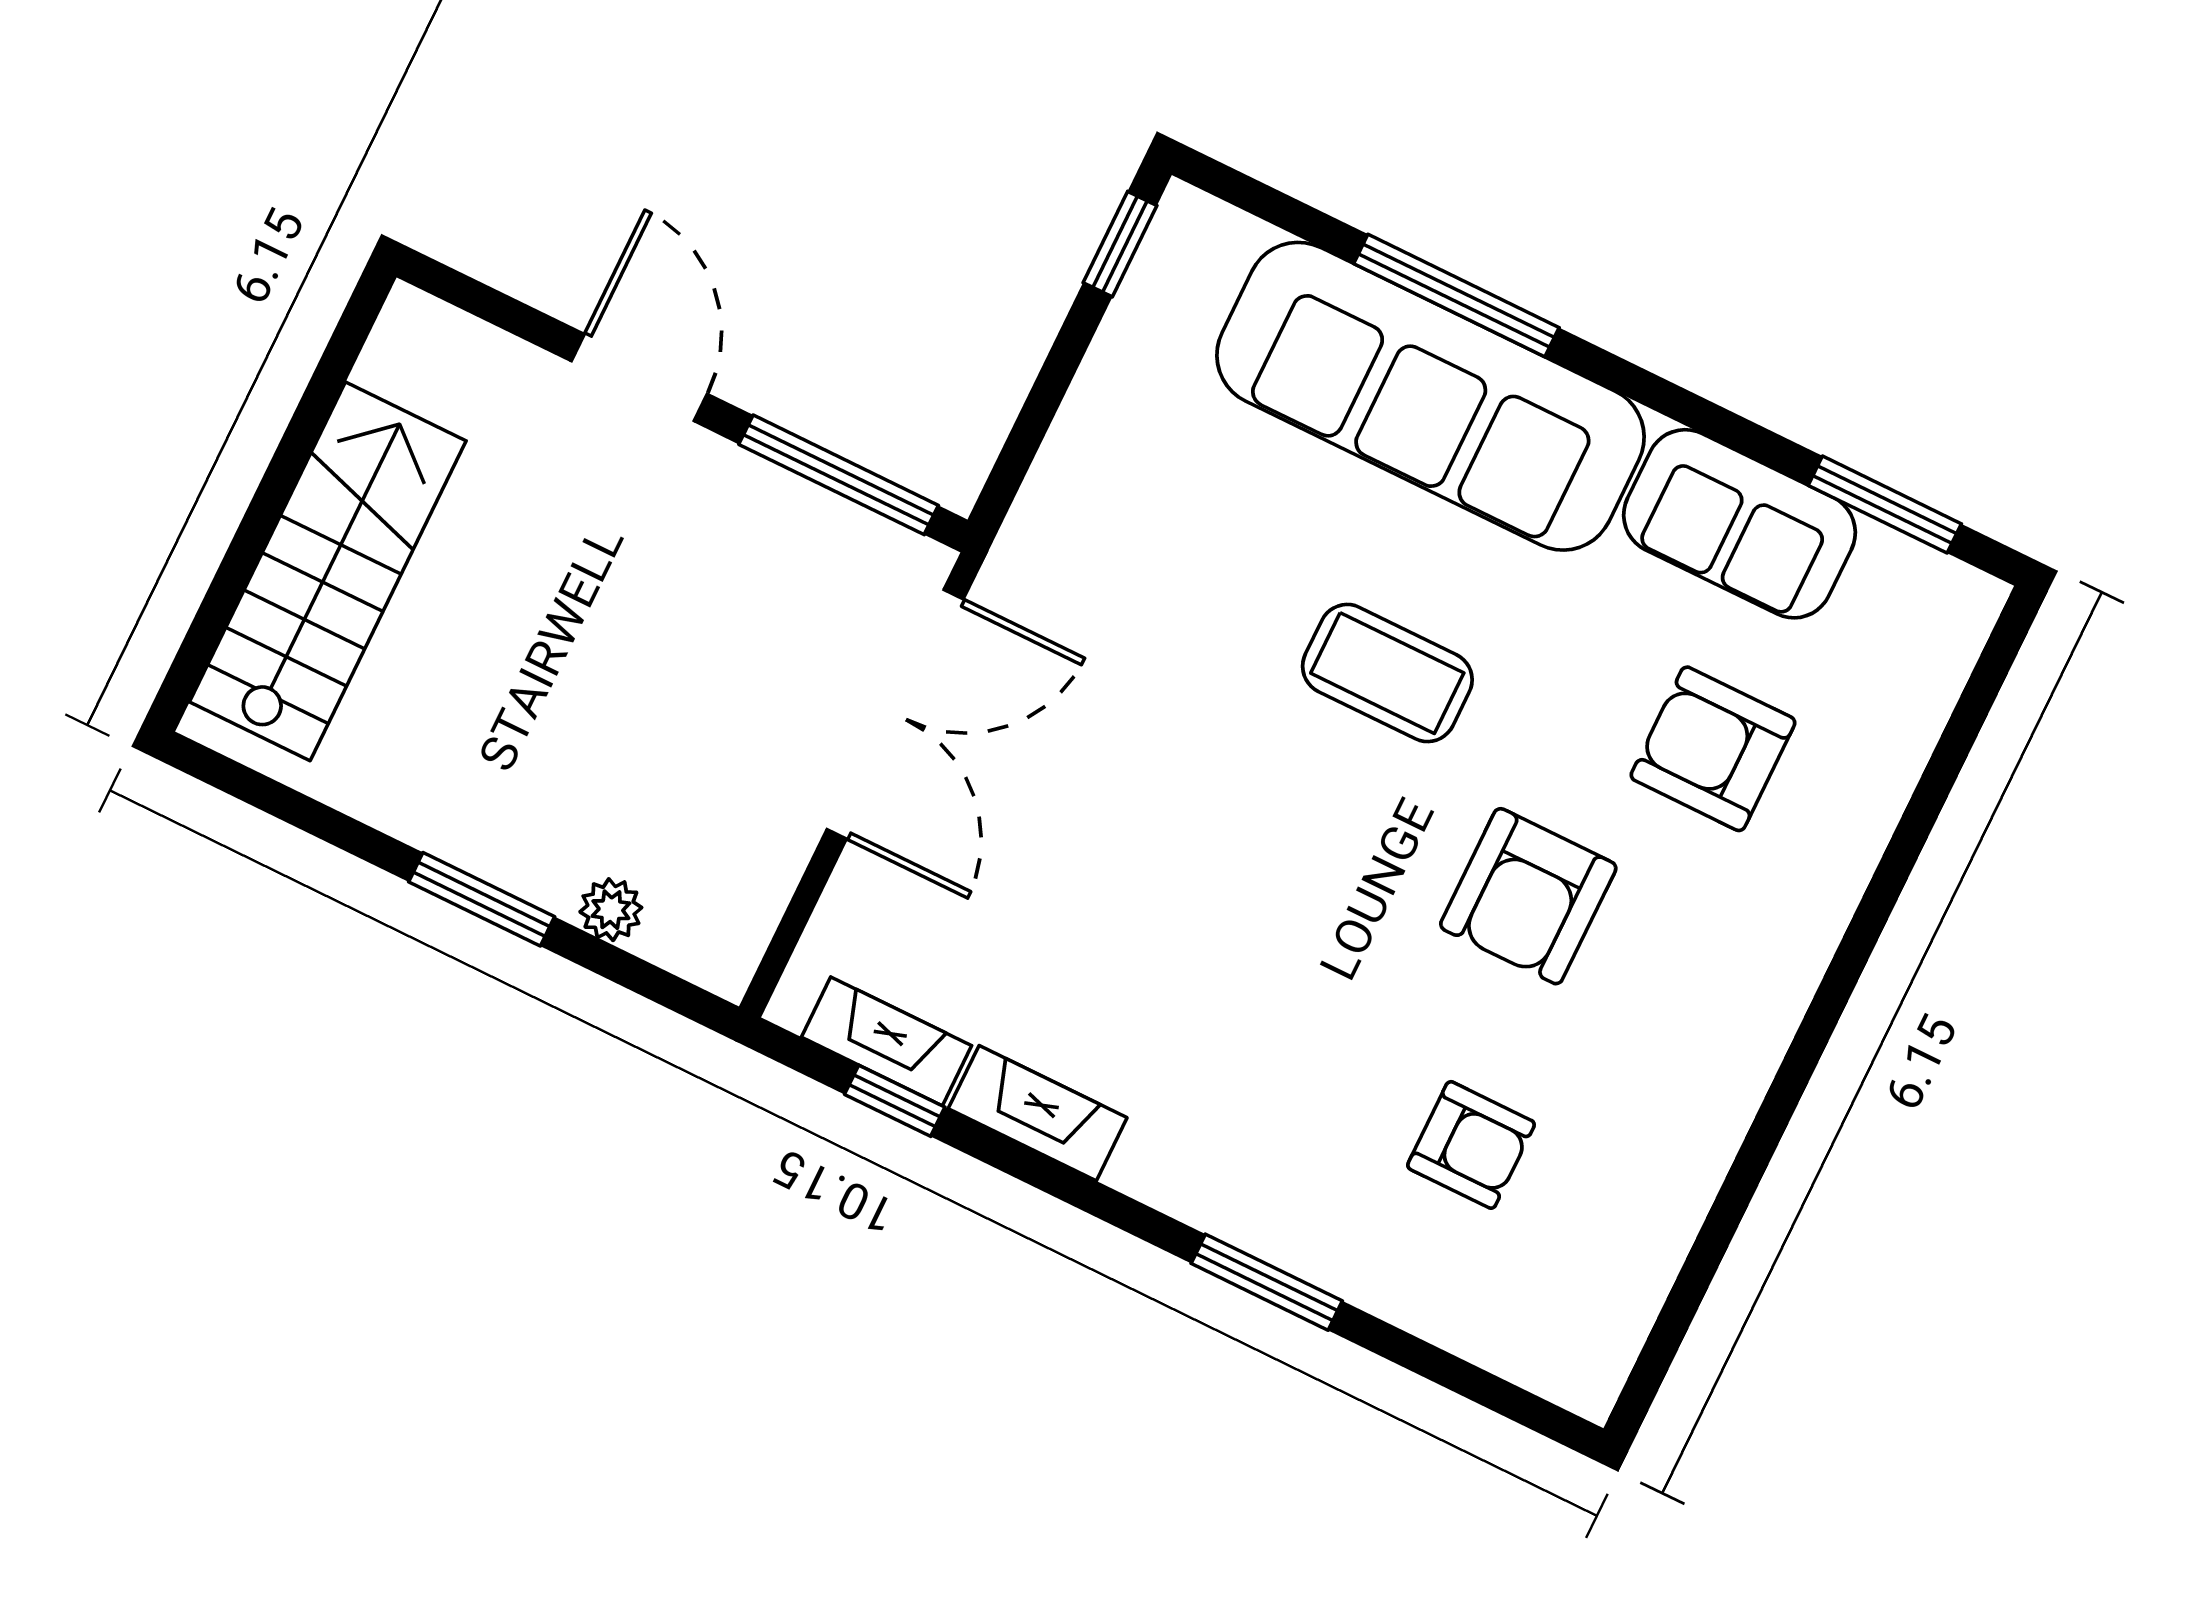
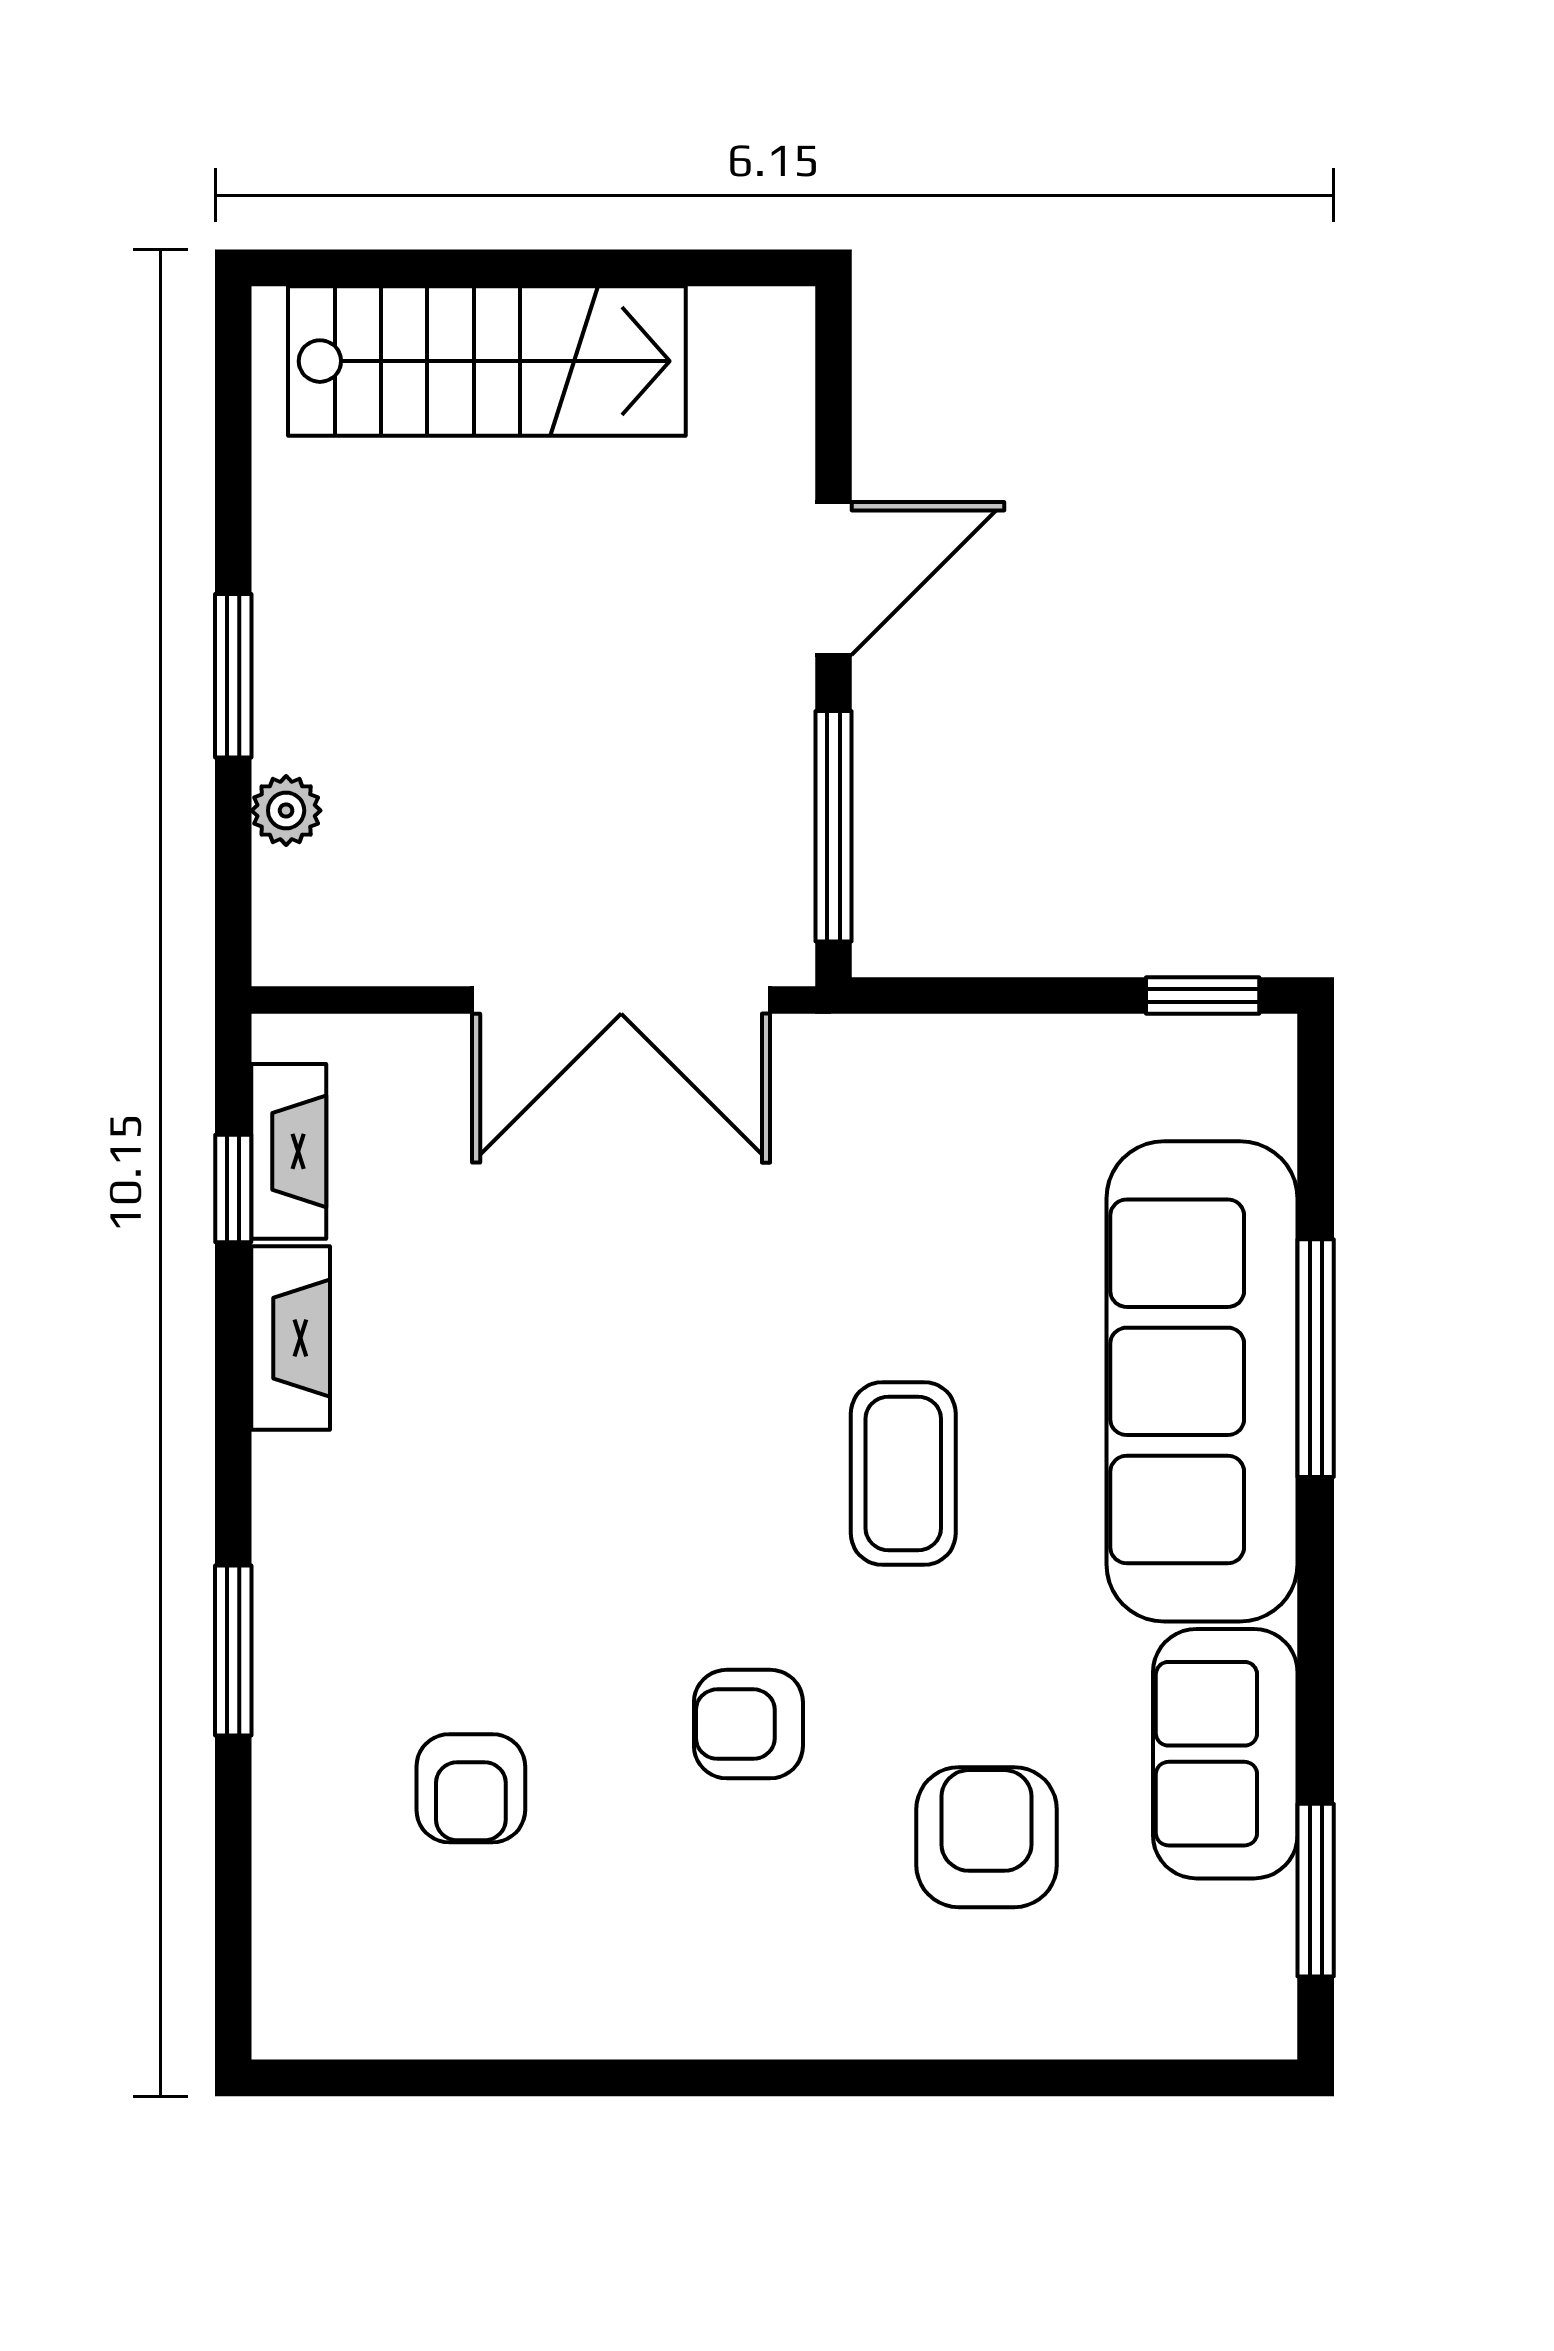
armchair: (1528, 896) -> (748, 1724), width x0.72, depth x0.72

